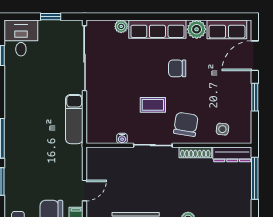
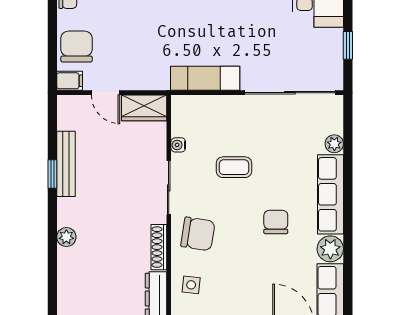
coffee table: (153, 105) -> (234, 167), moved, turned 90
wardrobe: (95, 163) -> (144, 108), added

